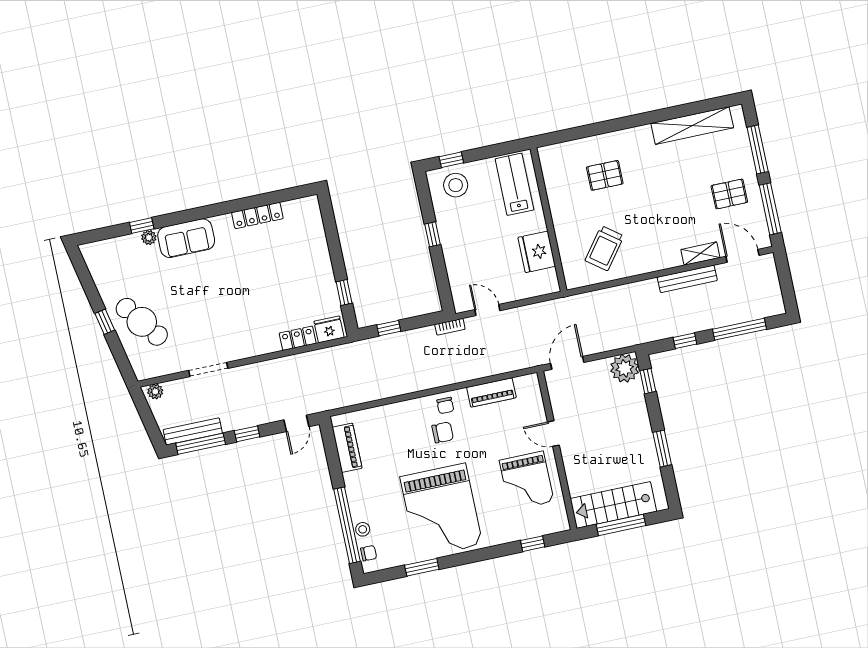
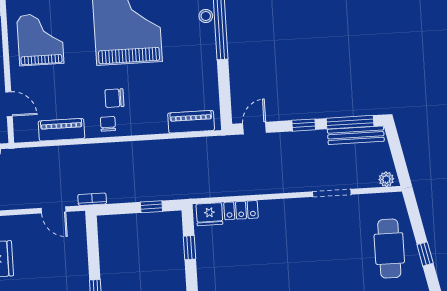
cafe table: (142, 322) -> (389, 249), turned 37
door: (553, 434) -> (9, 104), moved
piano: (347, 448) -> (191, 122), moved, turned 90

